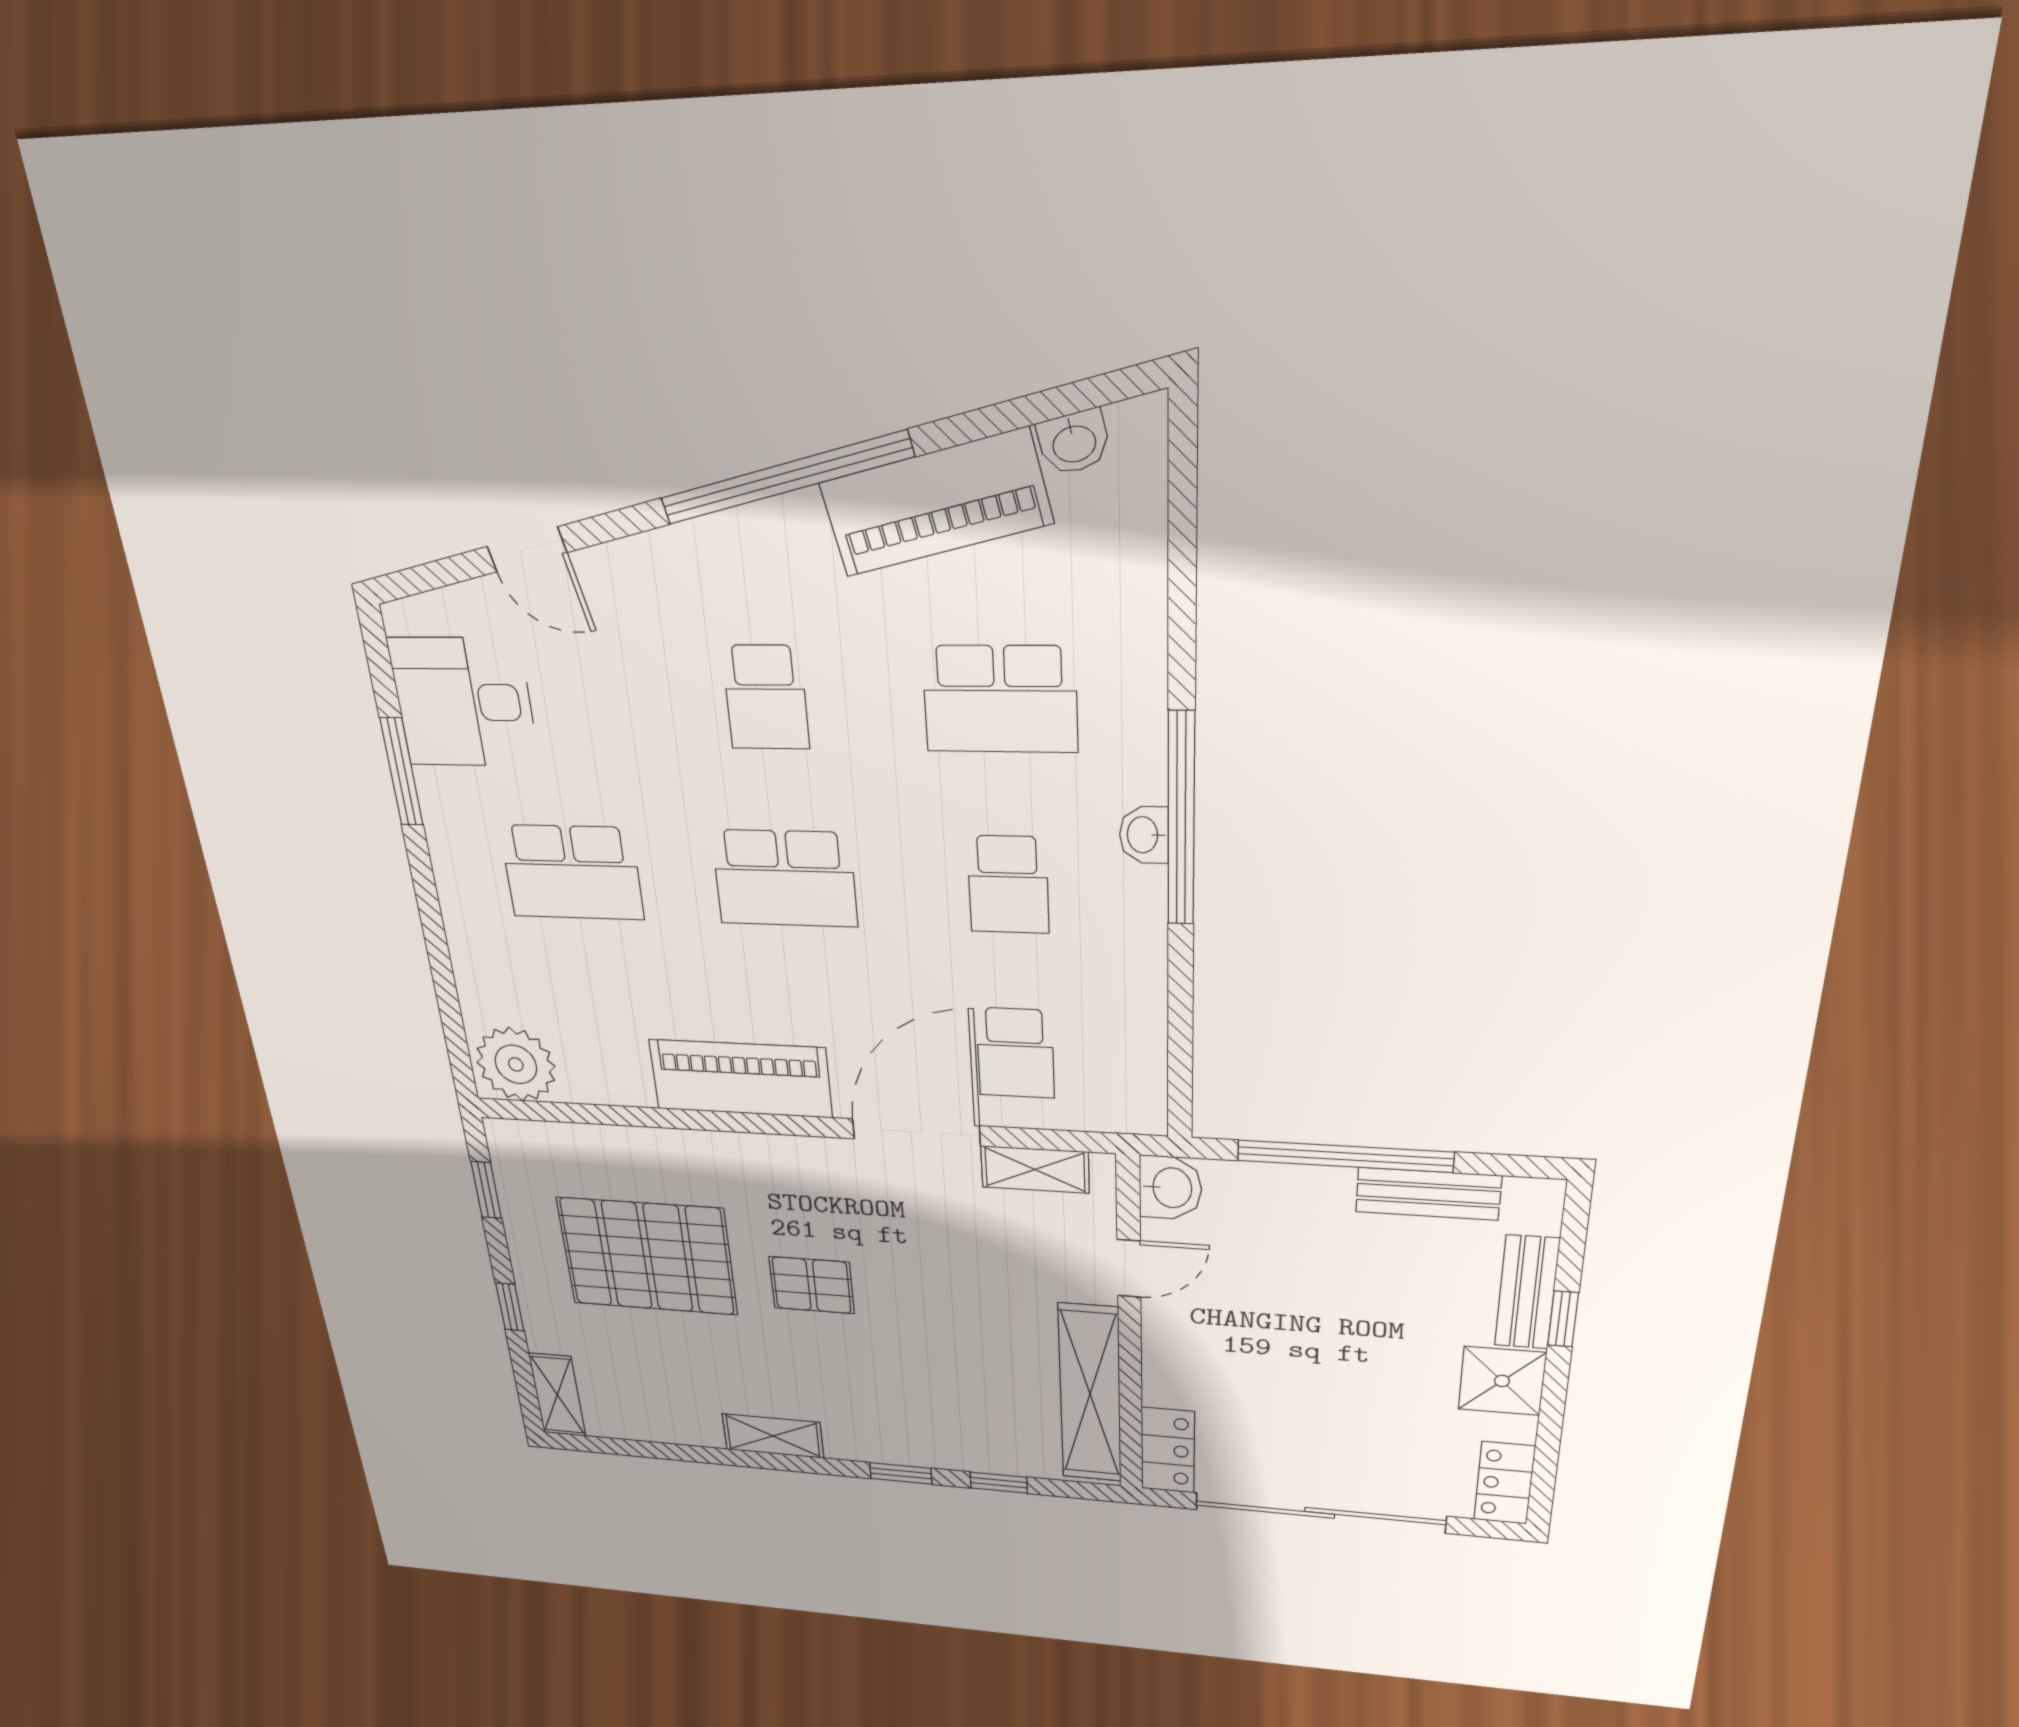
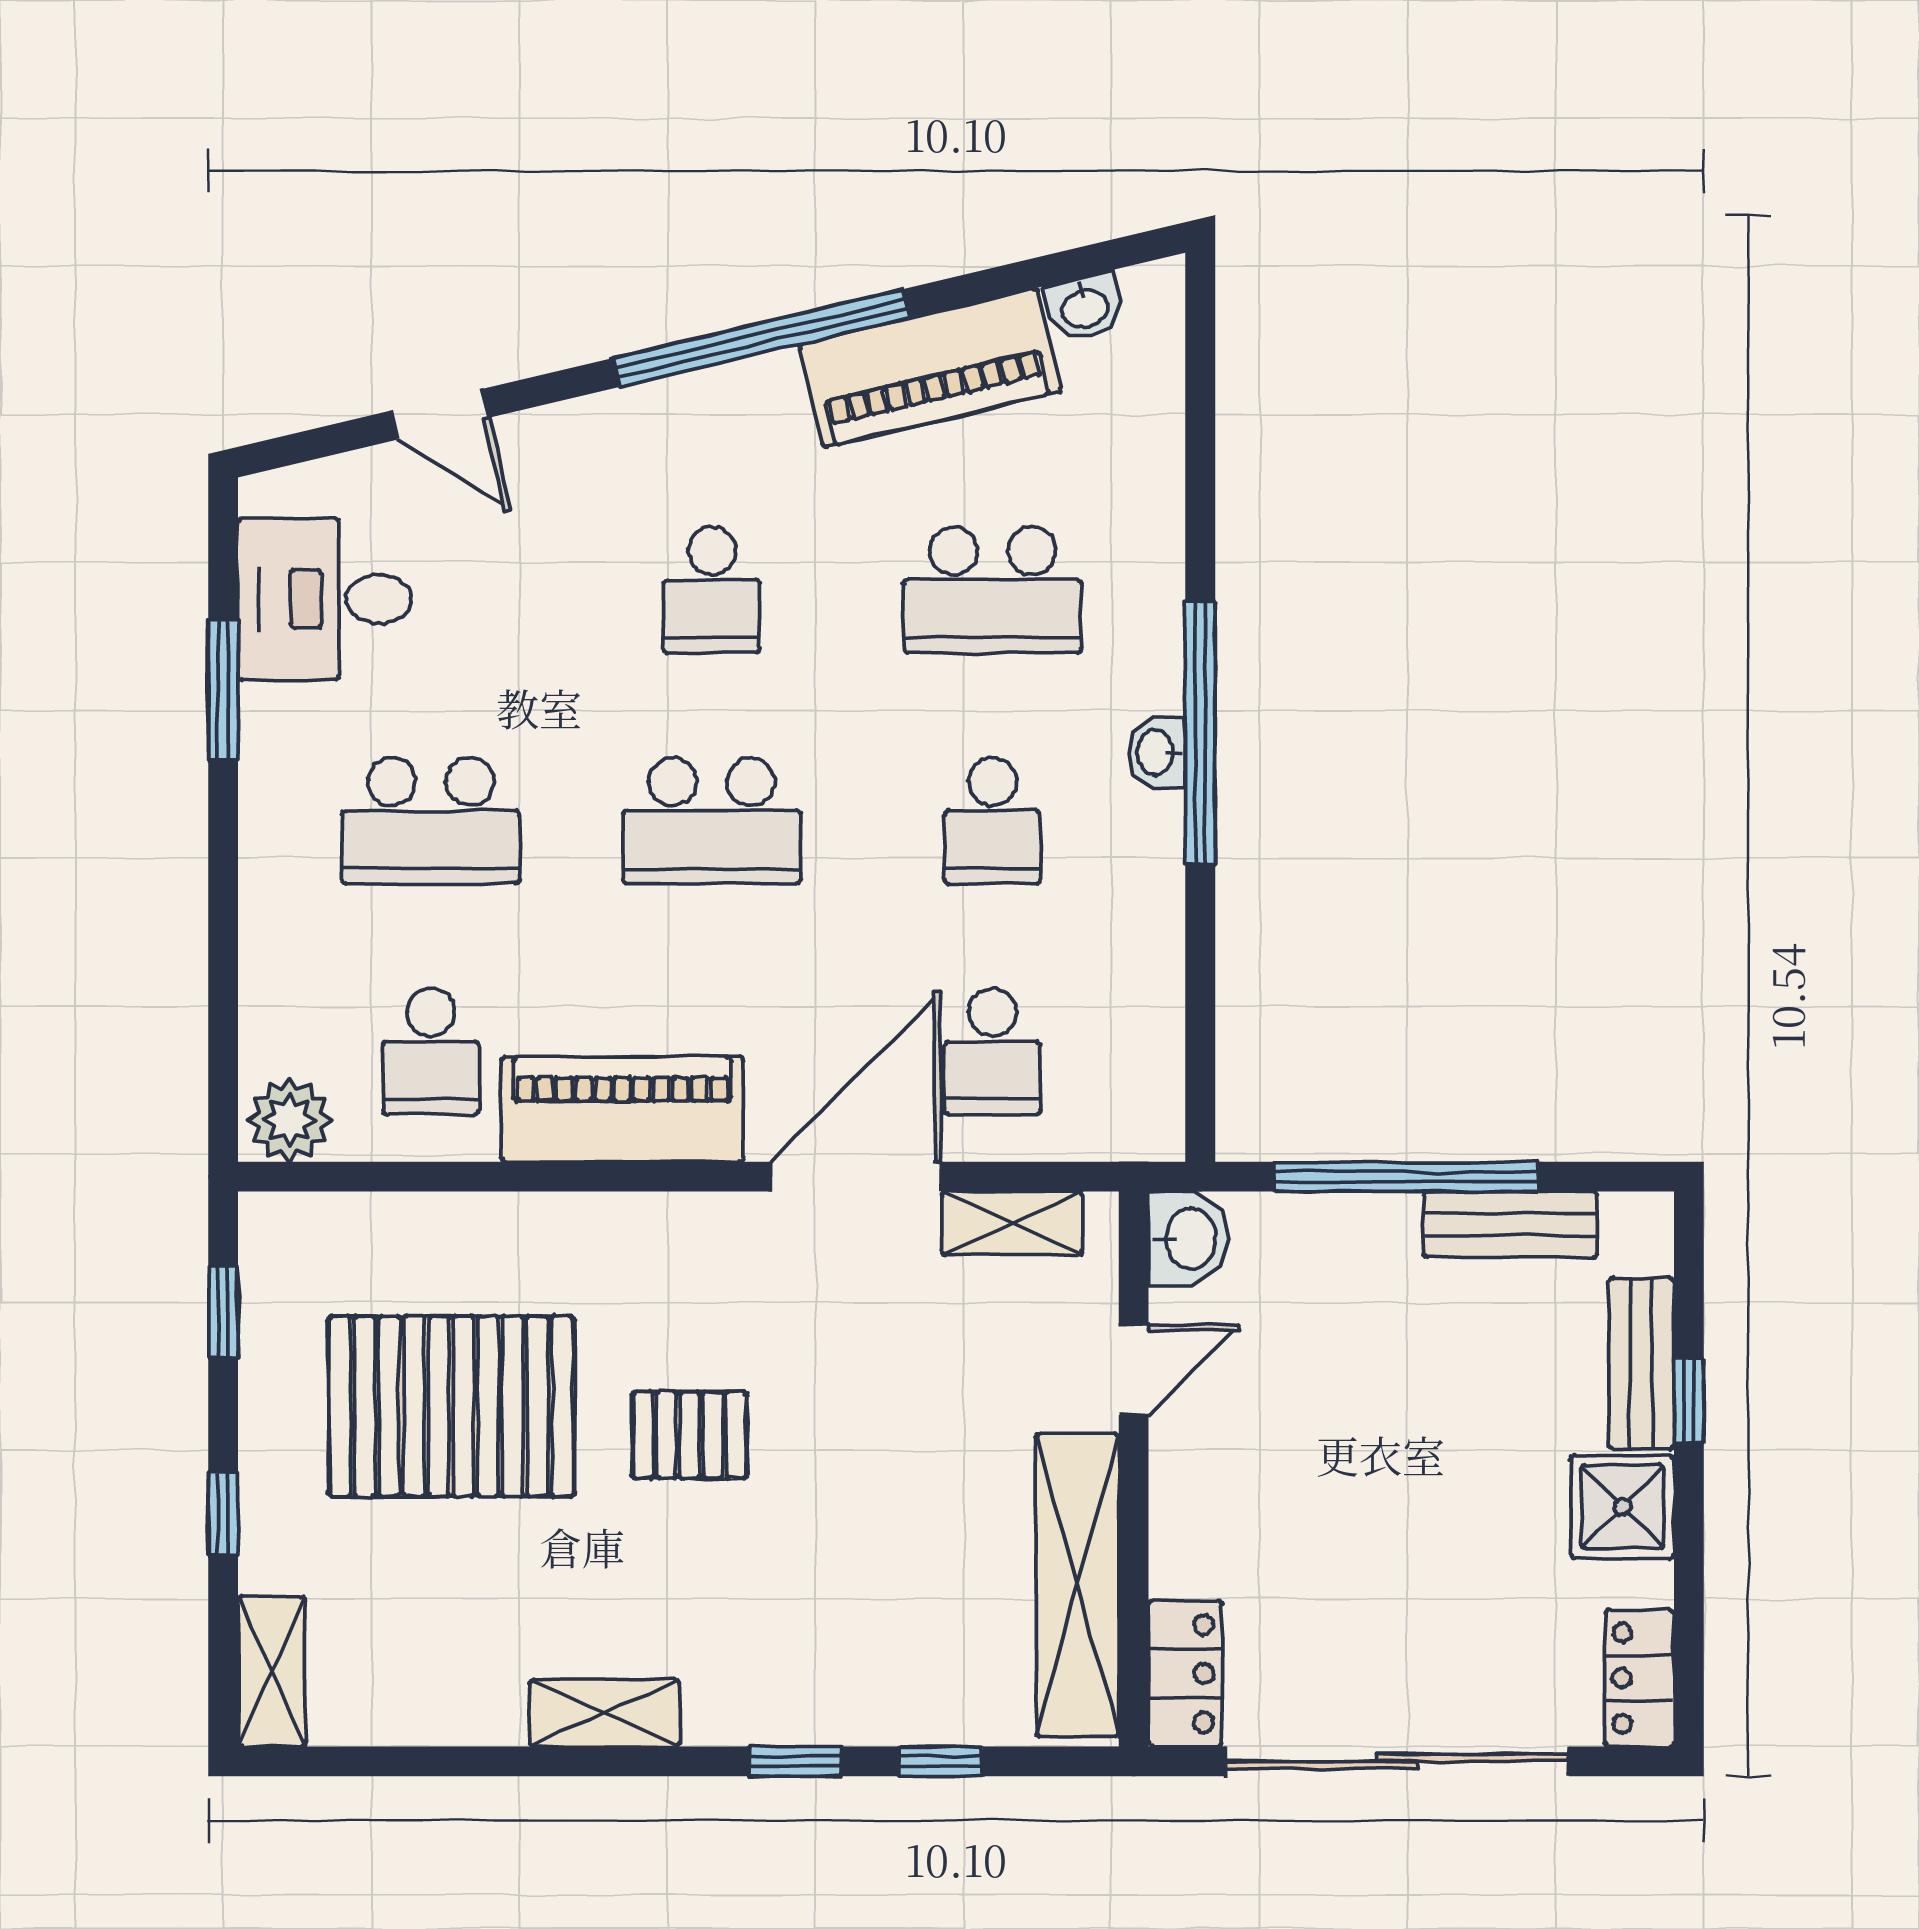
school desk: (598, 1034) -> (431, 1051), added
plant: (516, 1064) -> (289, 1120), width x0.73, depth x0.73

